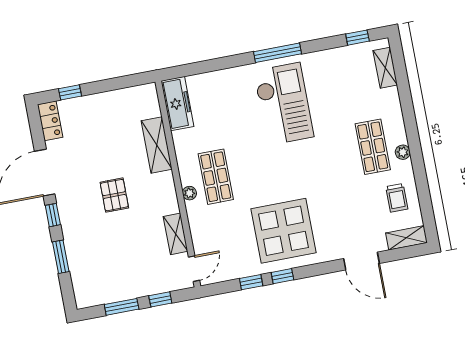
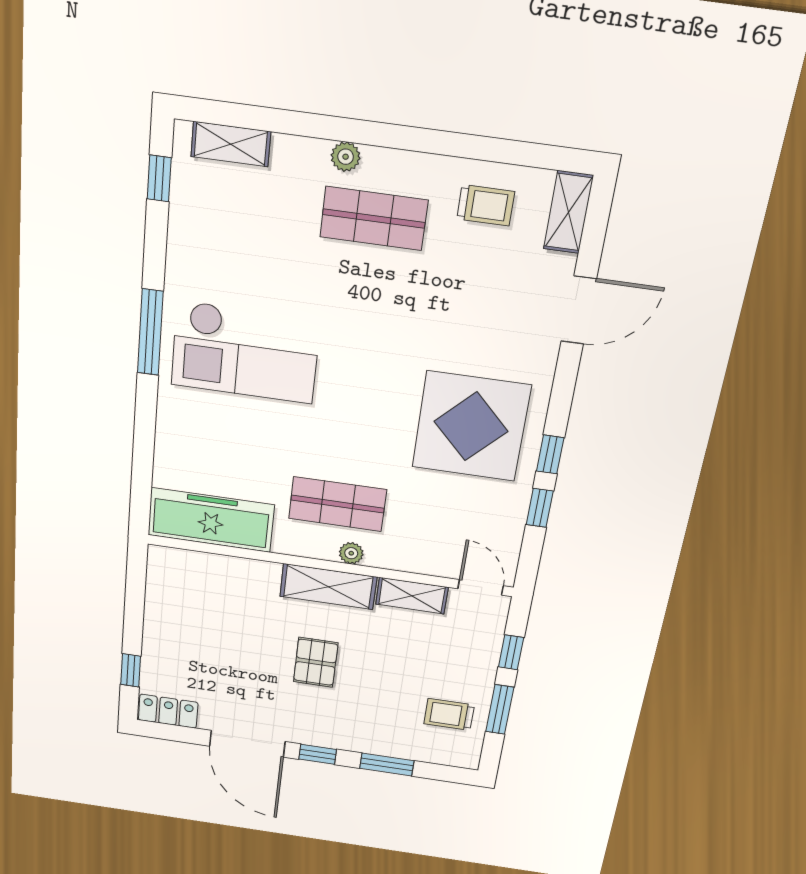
freezer: (177, 104) -> (211, 520), width x1.36, depth x1.26
checkout: (283, 104) -> (245, 352), turned 180
shelving: (157, 145) -> (328, 587), moved
plant: (403, 152) -> (346, 157), moved
pallet: (114, 195) -> (316, 662), turned 90
trolley: (108, 280) -> (449, 714), added

